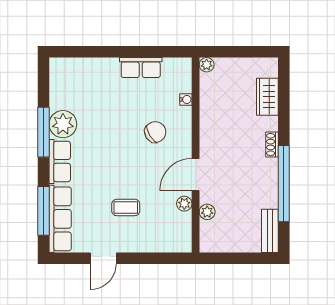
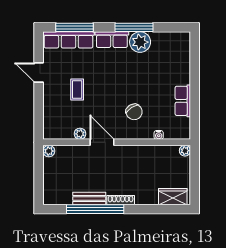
wardrobe: (267, 97) -> (173, 197), moved
shoe rack: (272, 145) -> (121, 200), width x1.43
plant: (207, 212) -> (49, 151), moved
bench: (270, 231) -> (89, 198), moved

